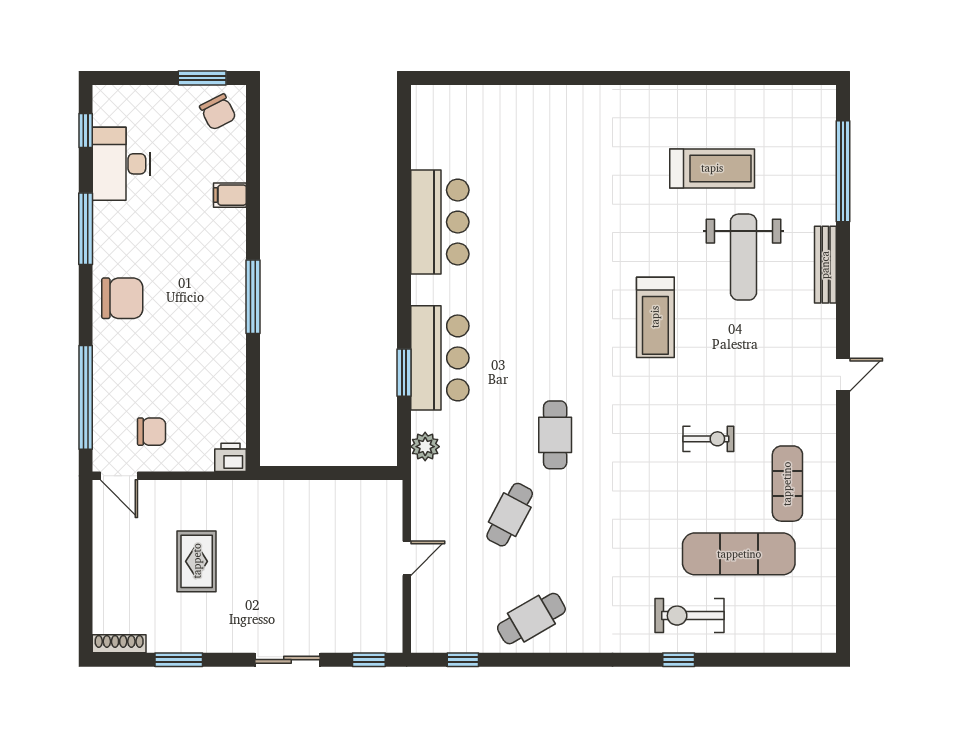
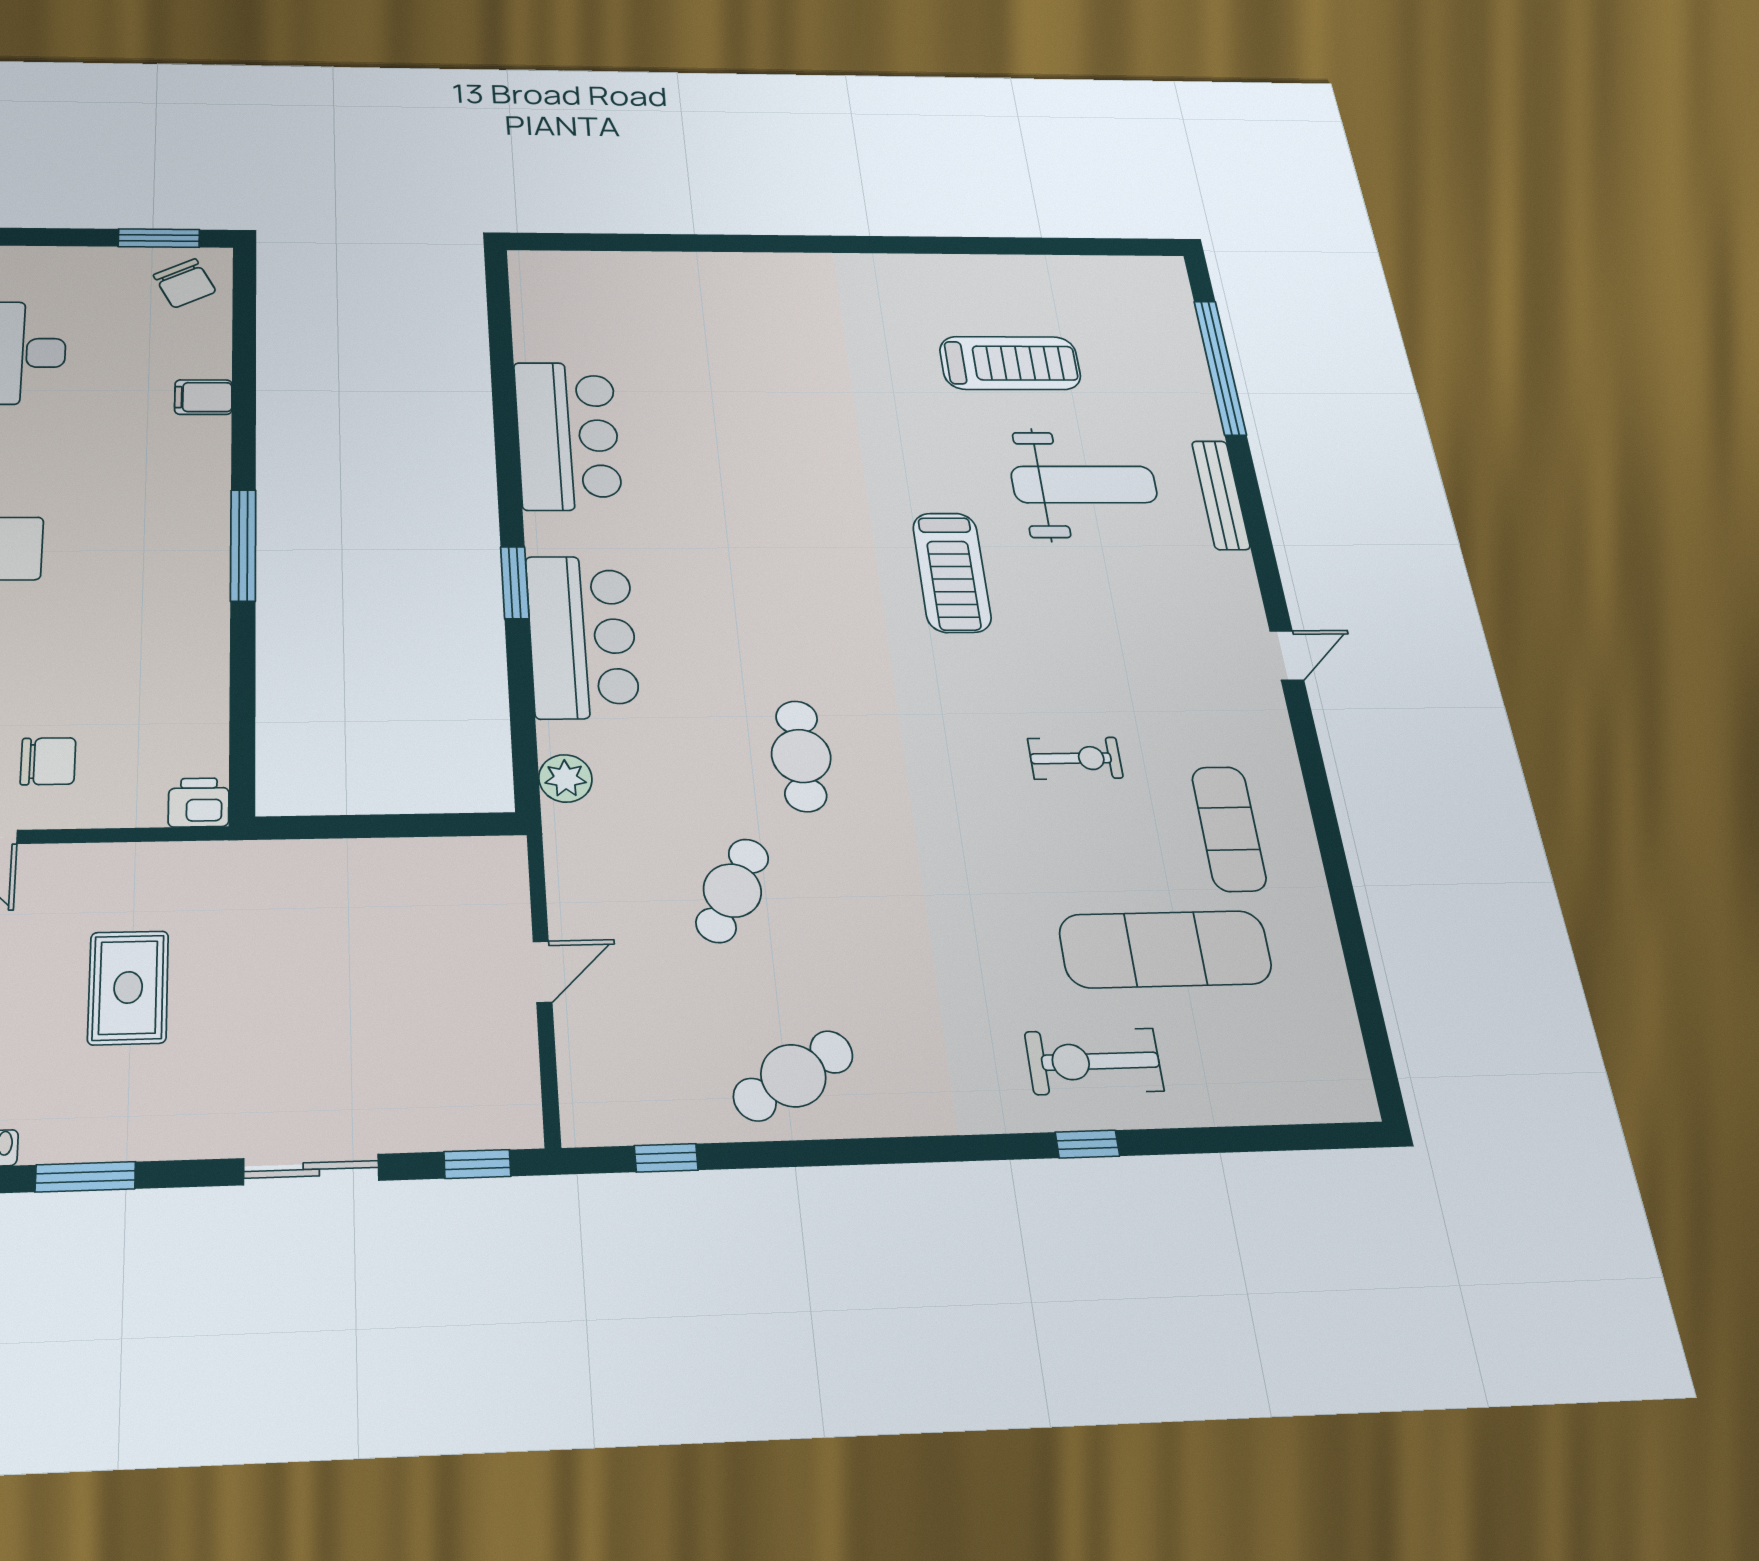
weight bench: (743, 257) -> (1084, 485), turned -90
window: (404, 373) -> (515, 583), moved

